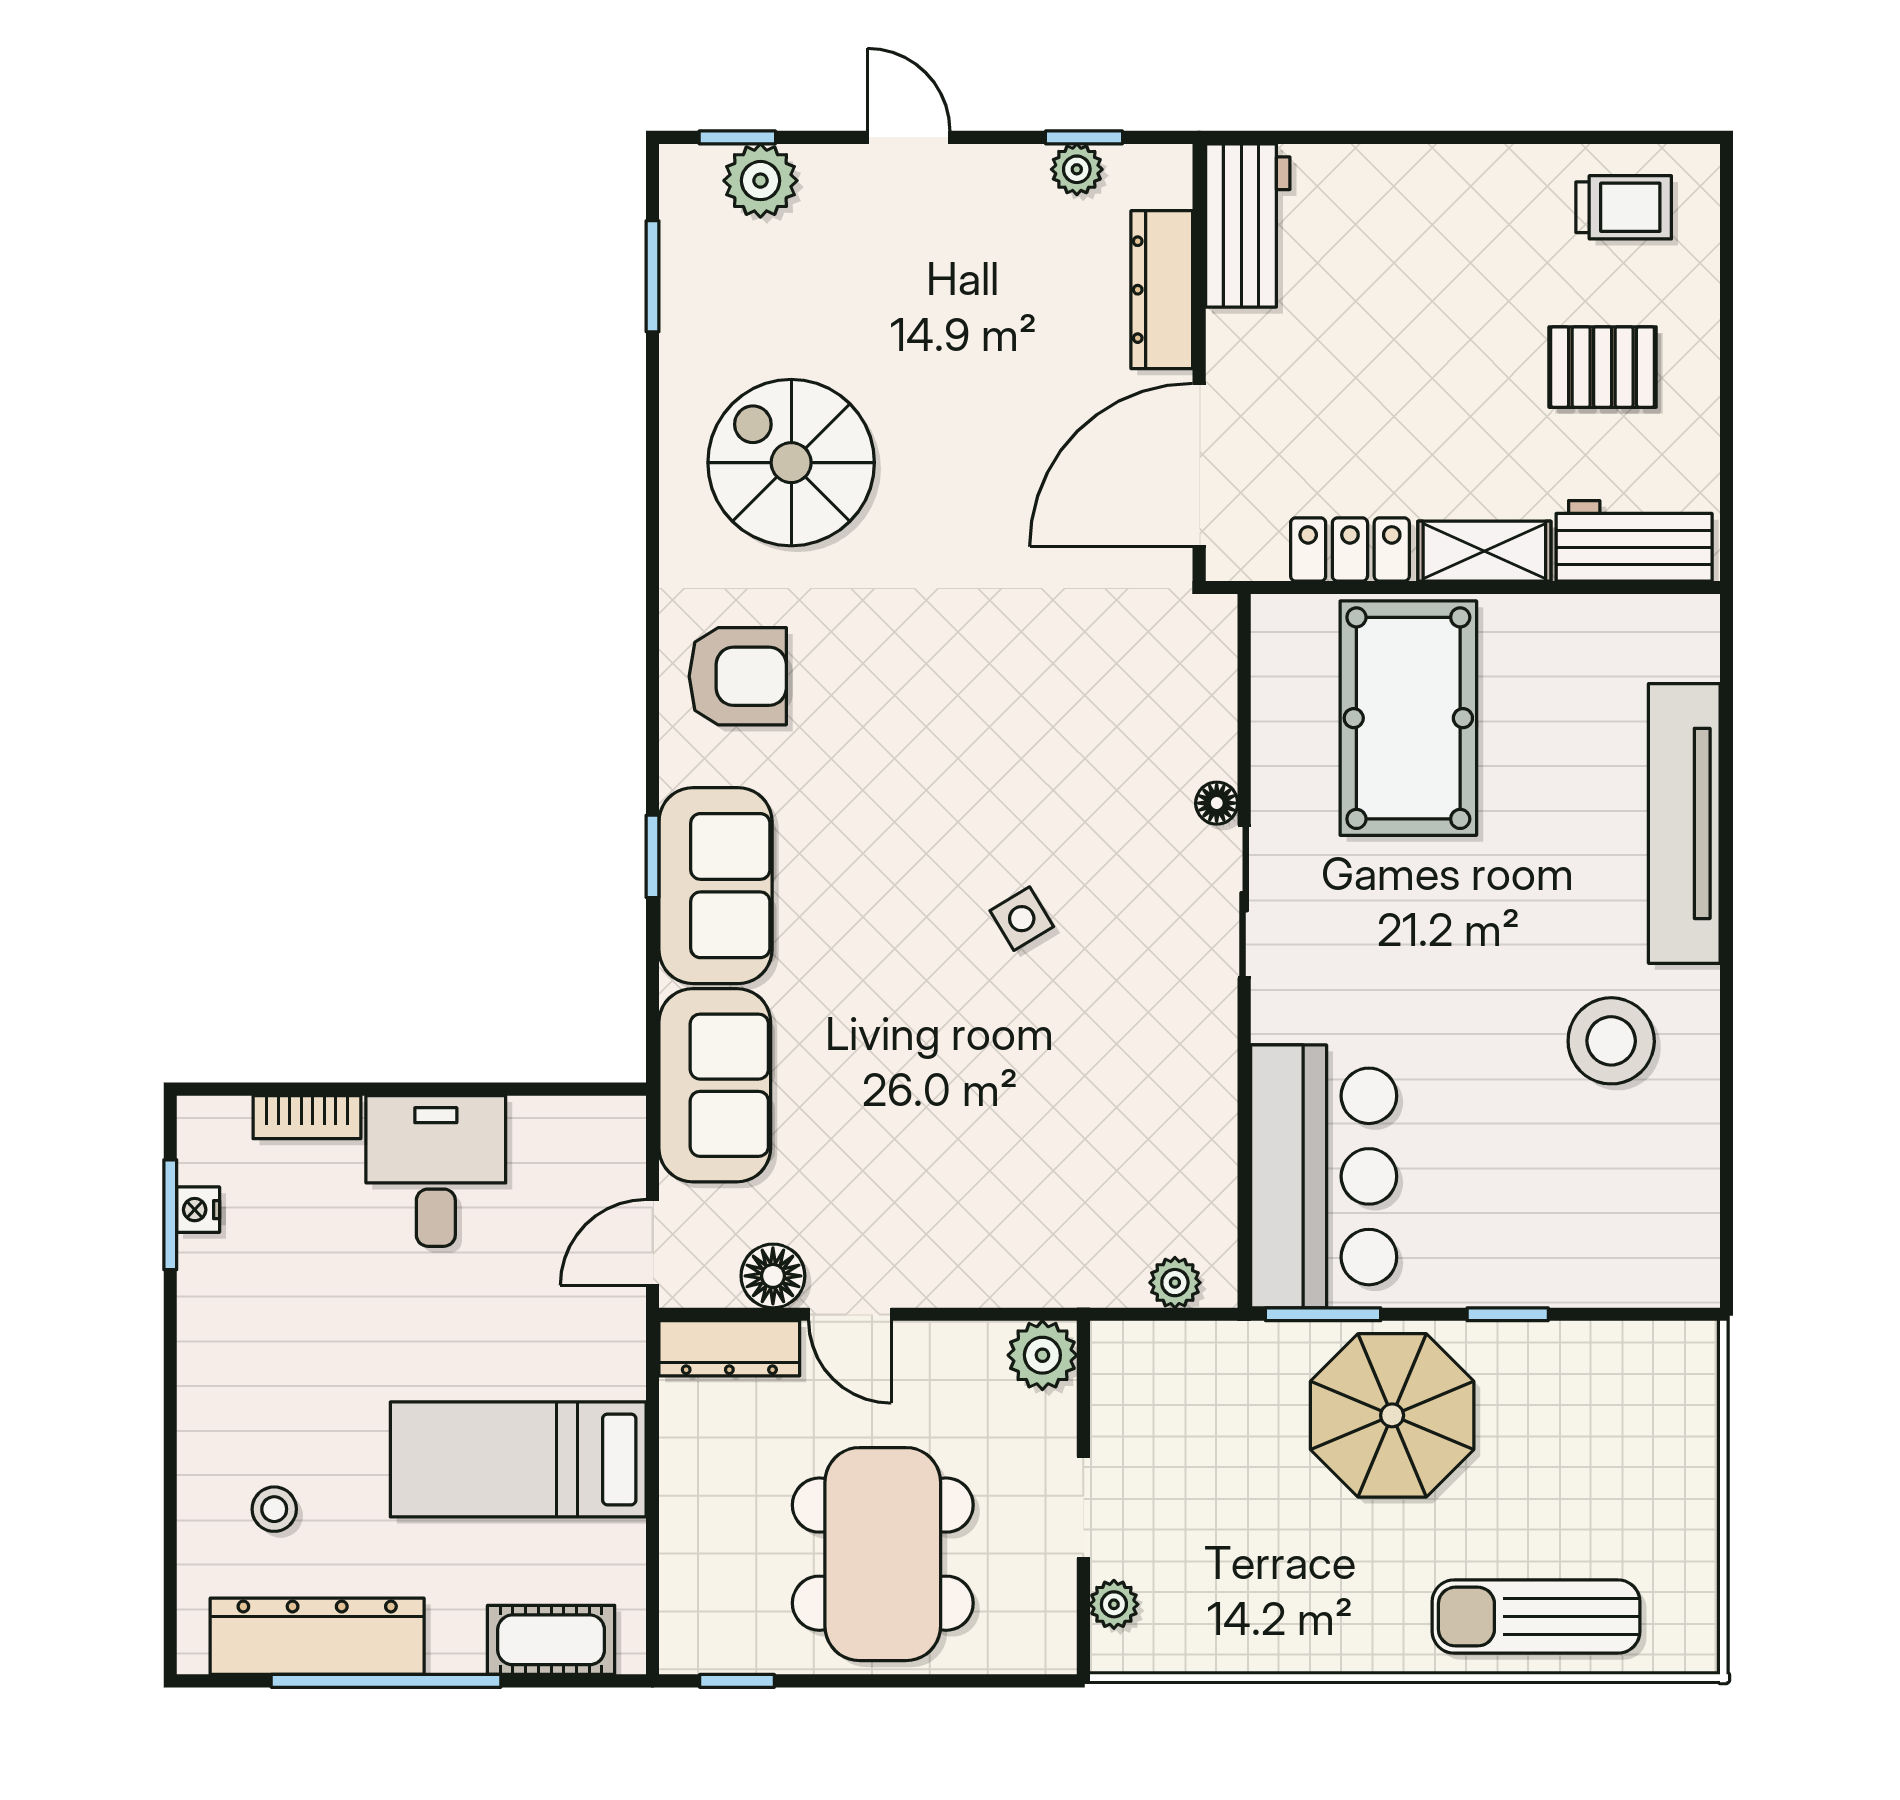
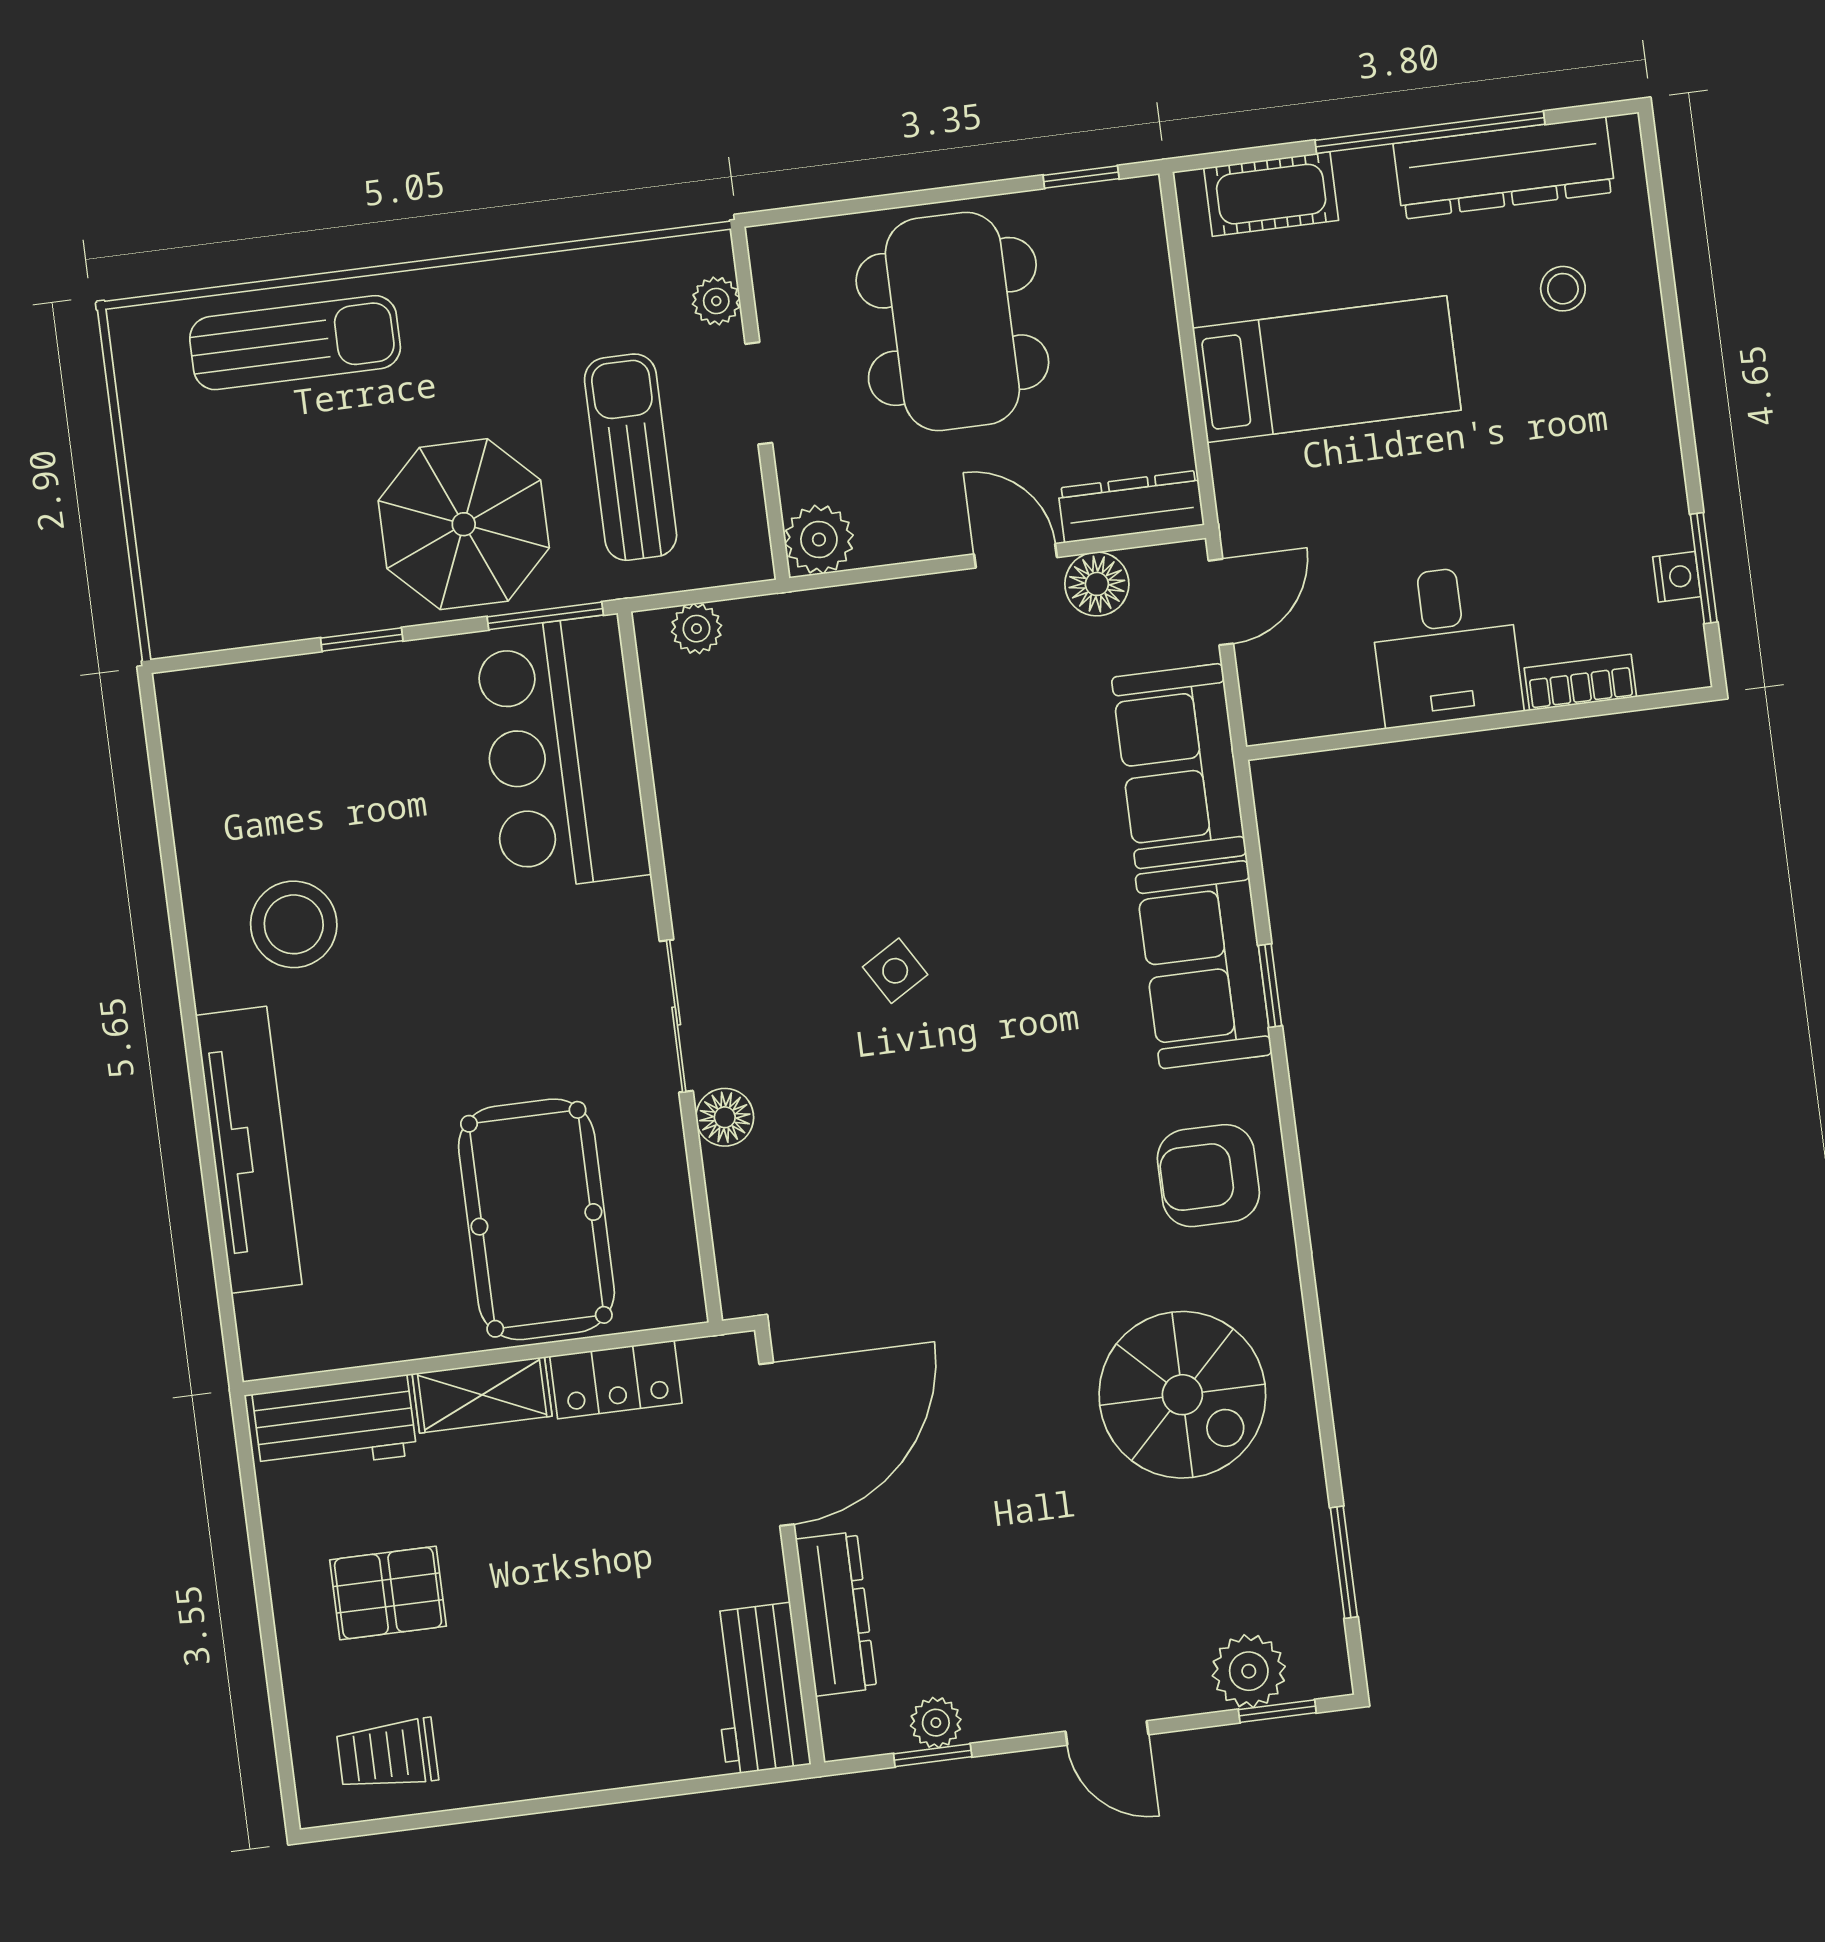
floor lamp: (1217, 803) -> (725, 1117), width x1.37, depth x1.37
sun lounger: (1218, 1461) -> (631, 457), added

